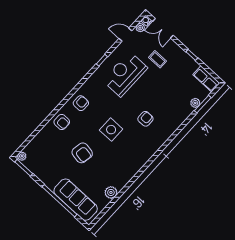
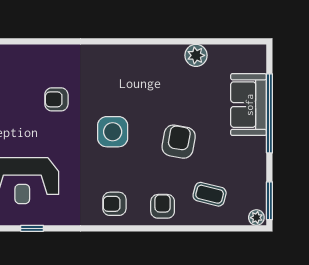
coffee table: (49, 146) -> (210, 194), added
sofa: (76, 200) -> (249, 105), width x0.73

